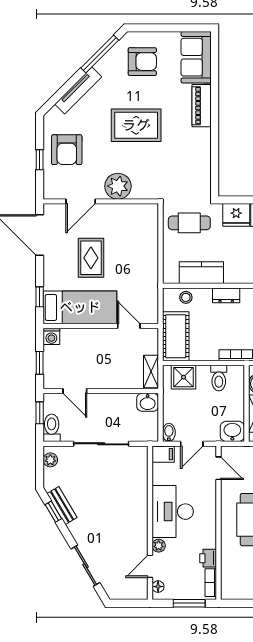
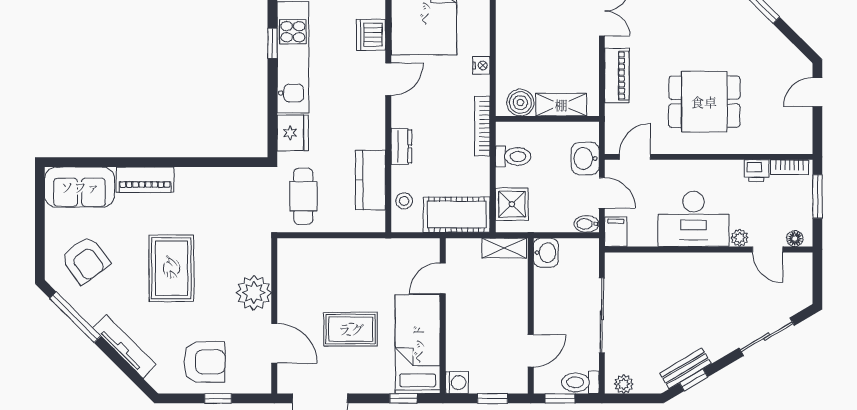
armchair: (142, 62) -> (85, 260), turned 144
washbasin: (232, 431) -> (585, 158), moved

